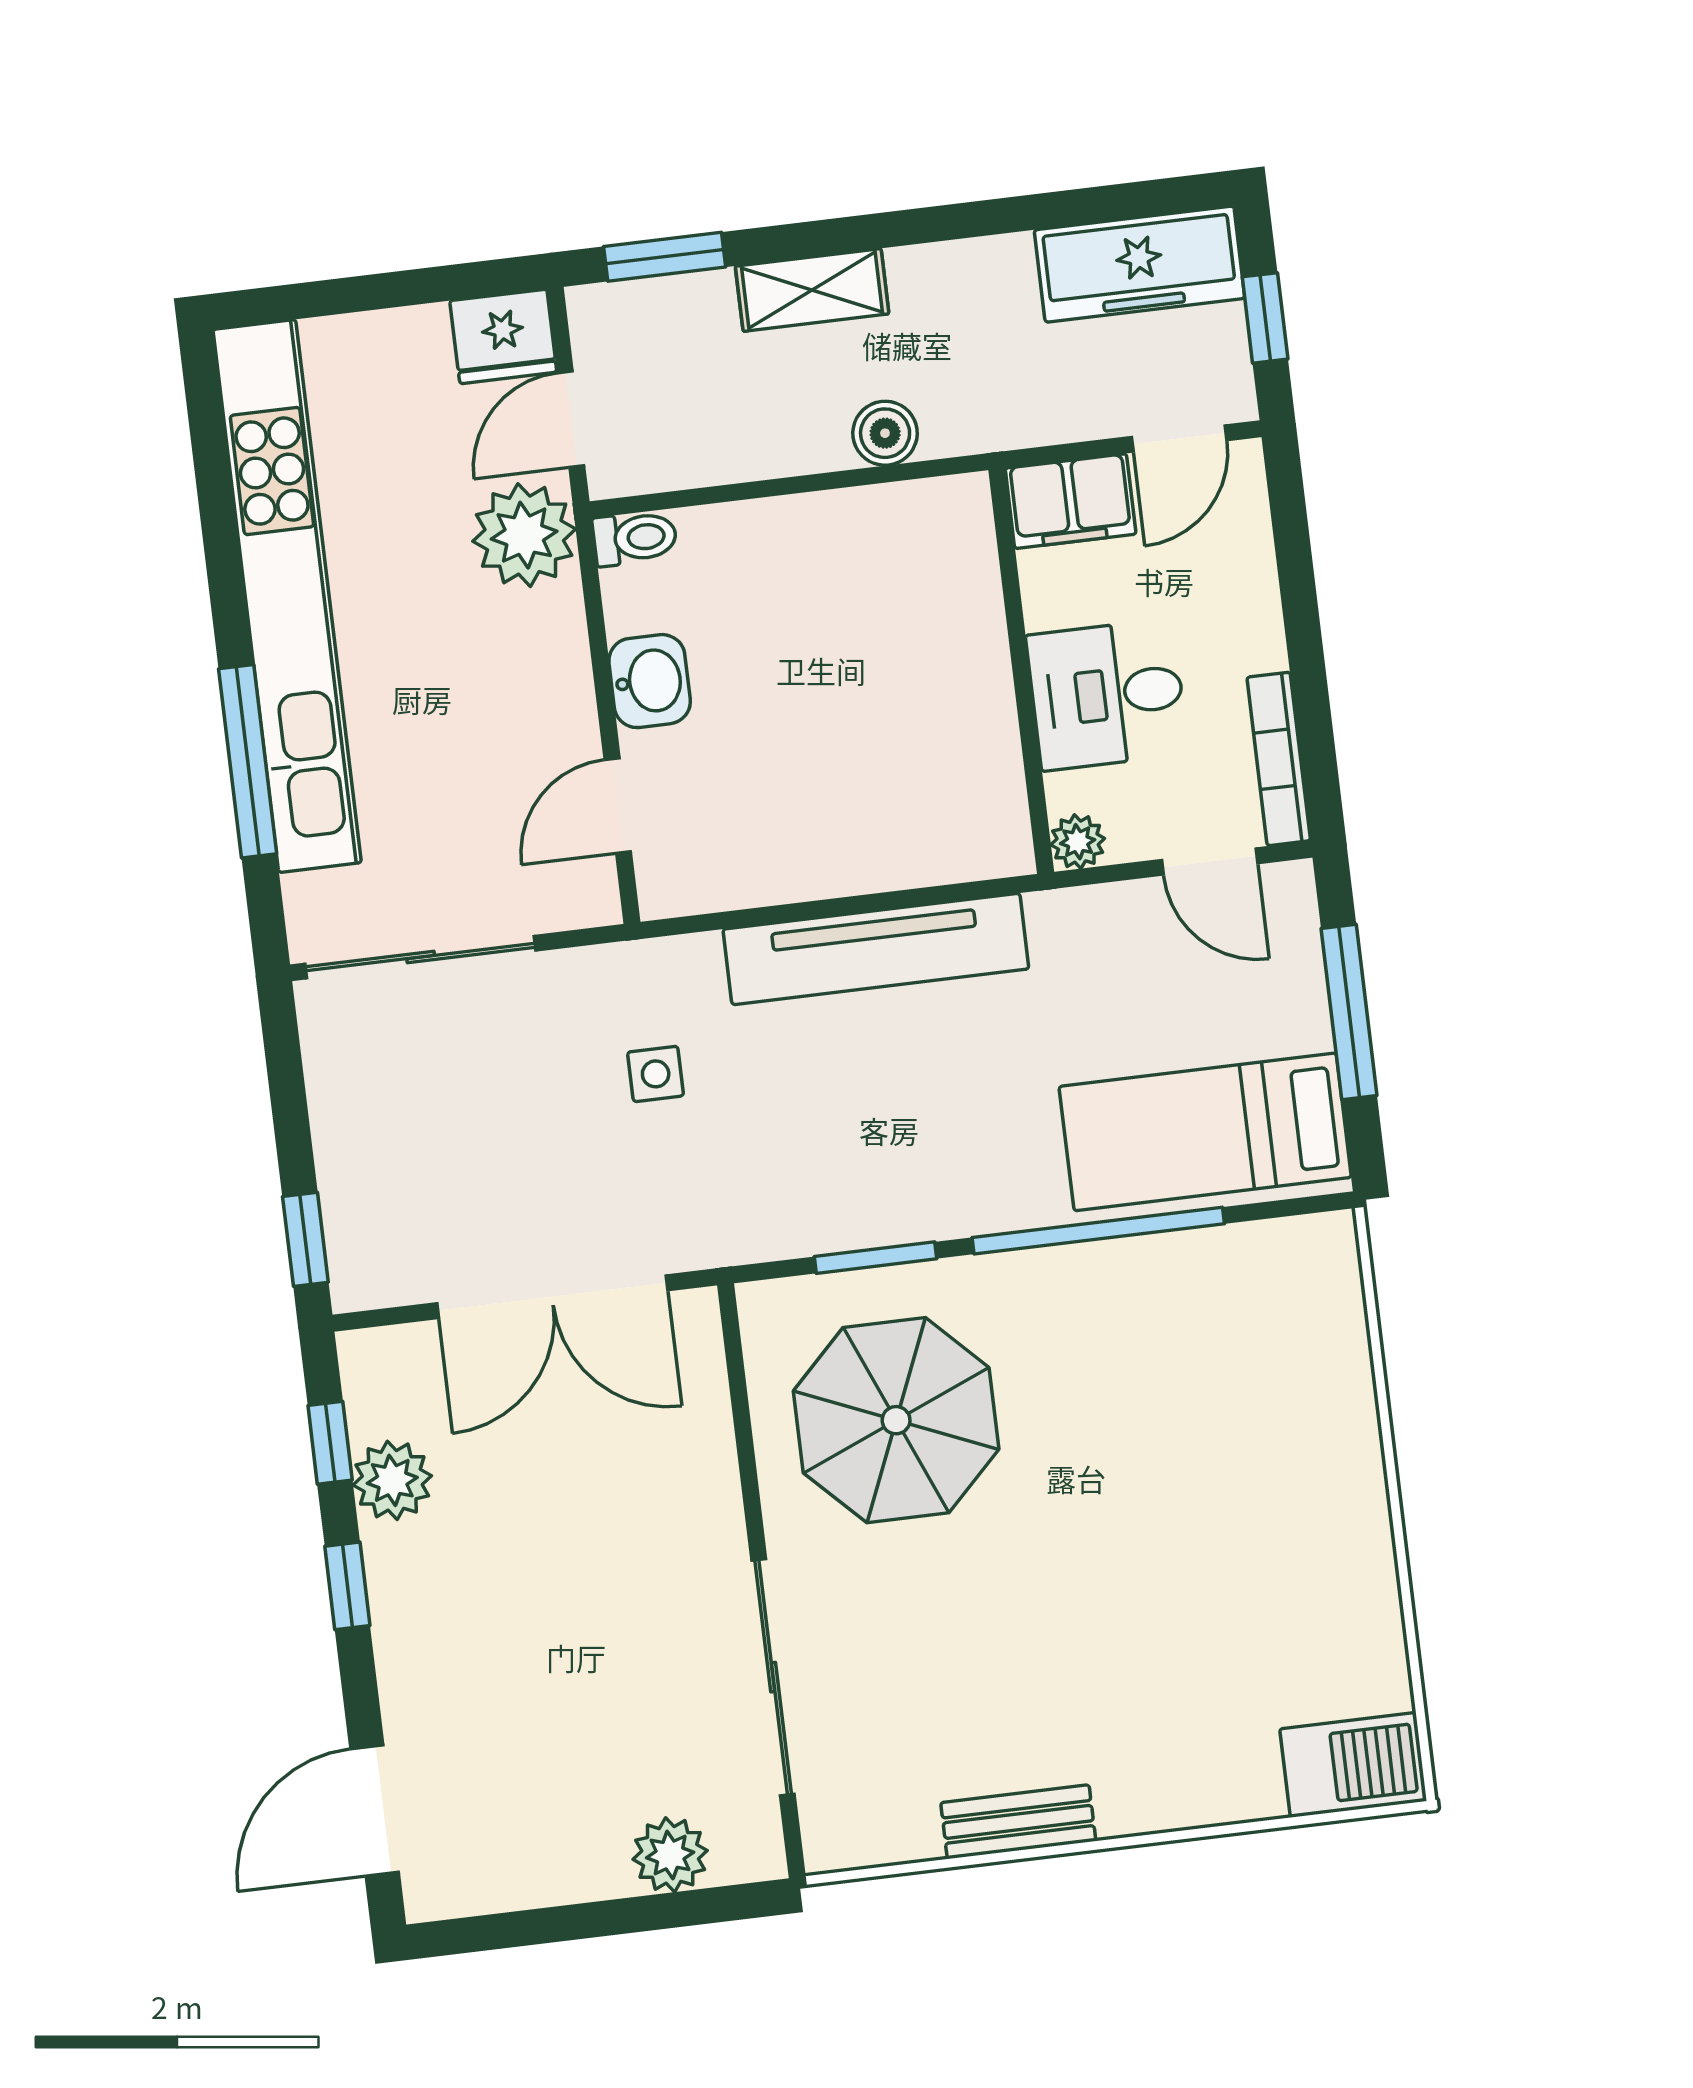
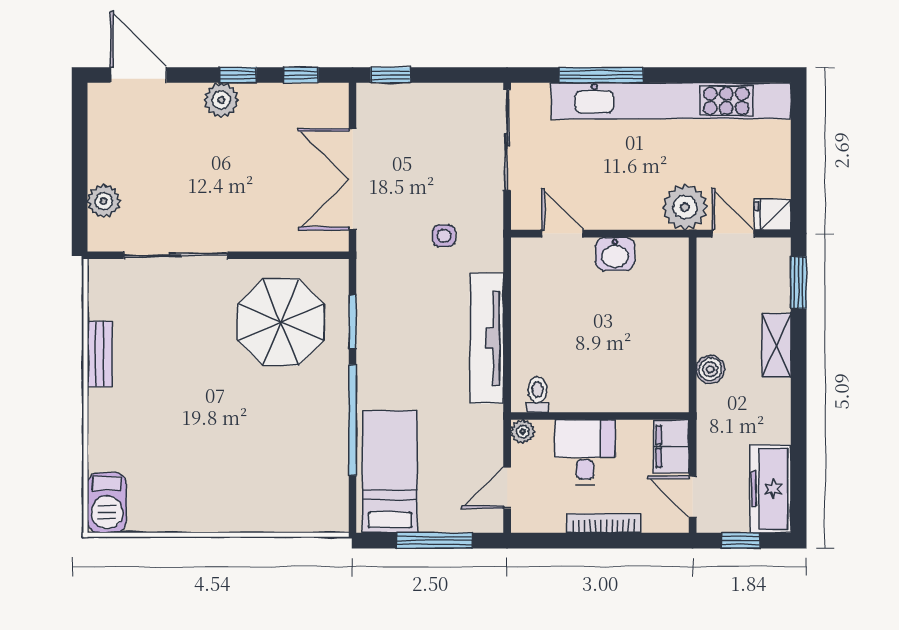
fridge: (503, 336) -> (772, 214), width x0.72
toilet: (635, 538) -> (538, 394), moved, turned 180
bookcase: (1279, 759) -> (604, 523), moved
plant: (392, 1480) -> (221, 100), moved

